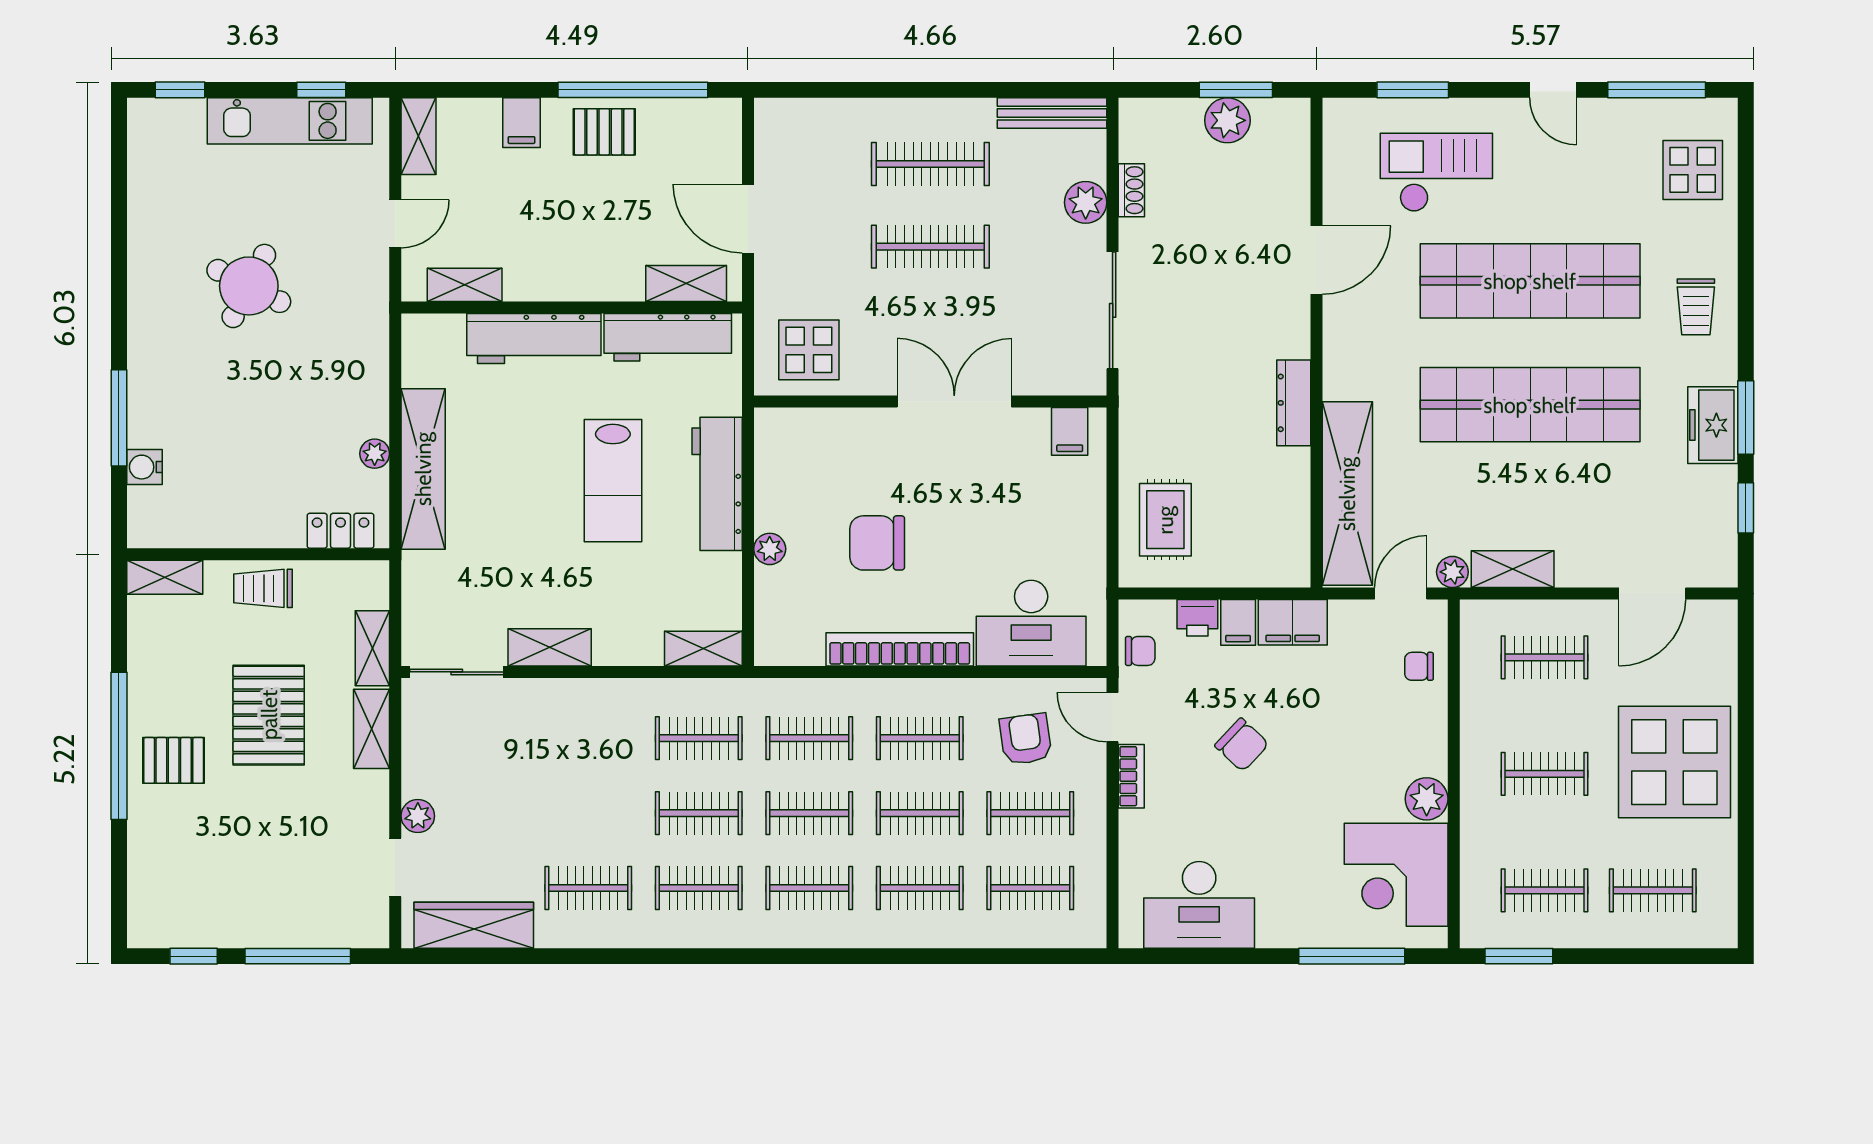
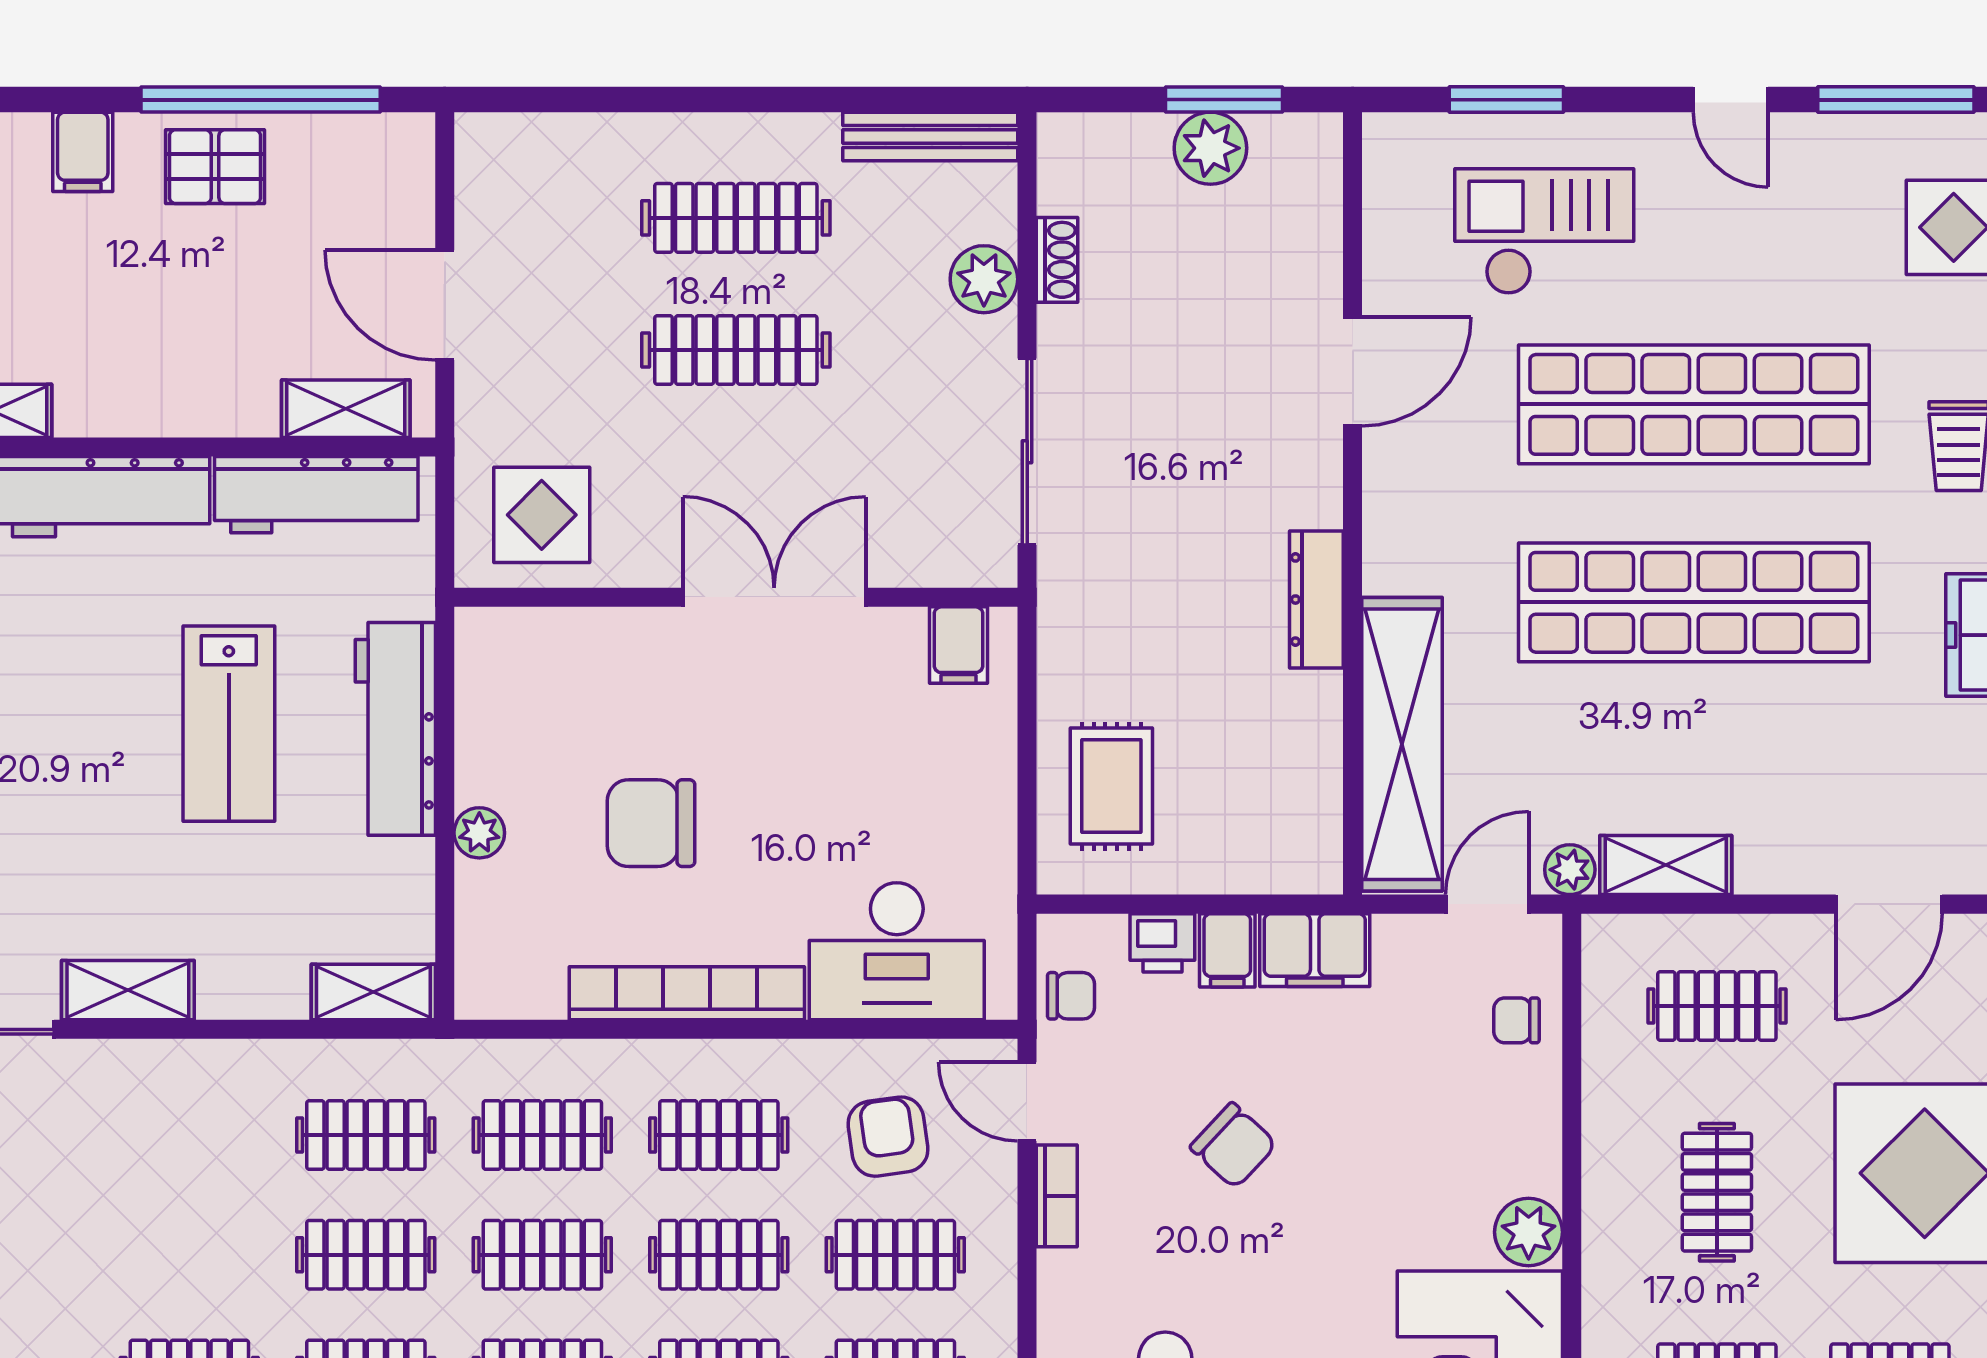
clothes rail: (1544, 774) -> (1717, 1192), turned 90

